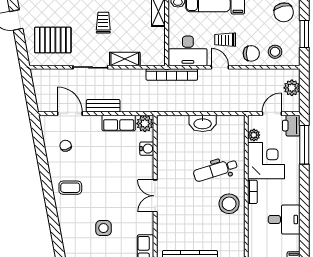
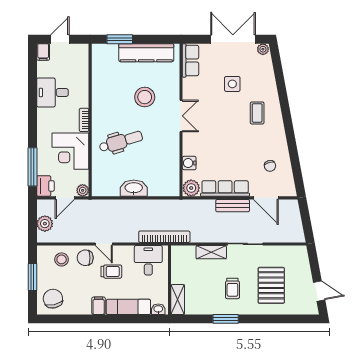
pallet: (53, 40) -> (271, 285), moved, turned 90
desk: (188, 51) -> (148, 260), width x0.73
door: (220, 67) -> (104, 244), moved
row of seats: (119, 123) -> (225, 189), width x1.48
plant: (254, 135) -> (83, 190), moved
coffee table: (70, 188) -> (257, 113), moved, turned 90
stool: (229, 204) -> (145, 97), moved

